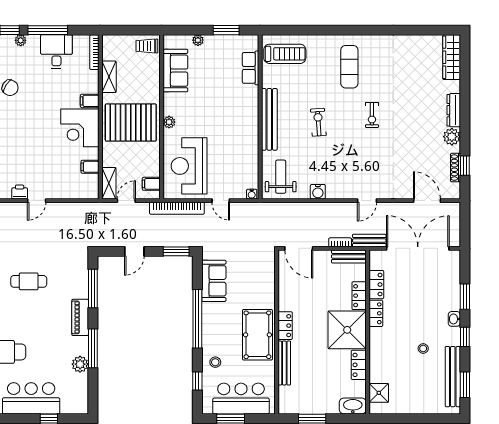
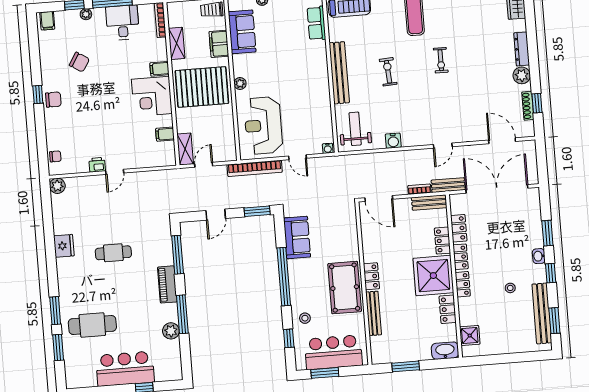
filing cabinet: (151, 184) -> (219, 44), moved, width x2.00
locker: (376, 341) -> (463, 284), added

